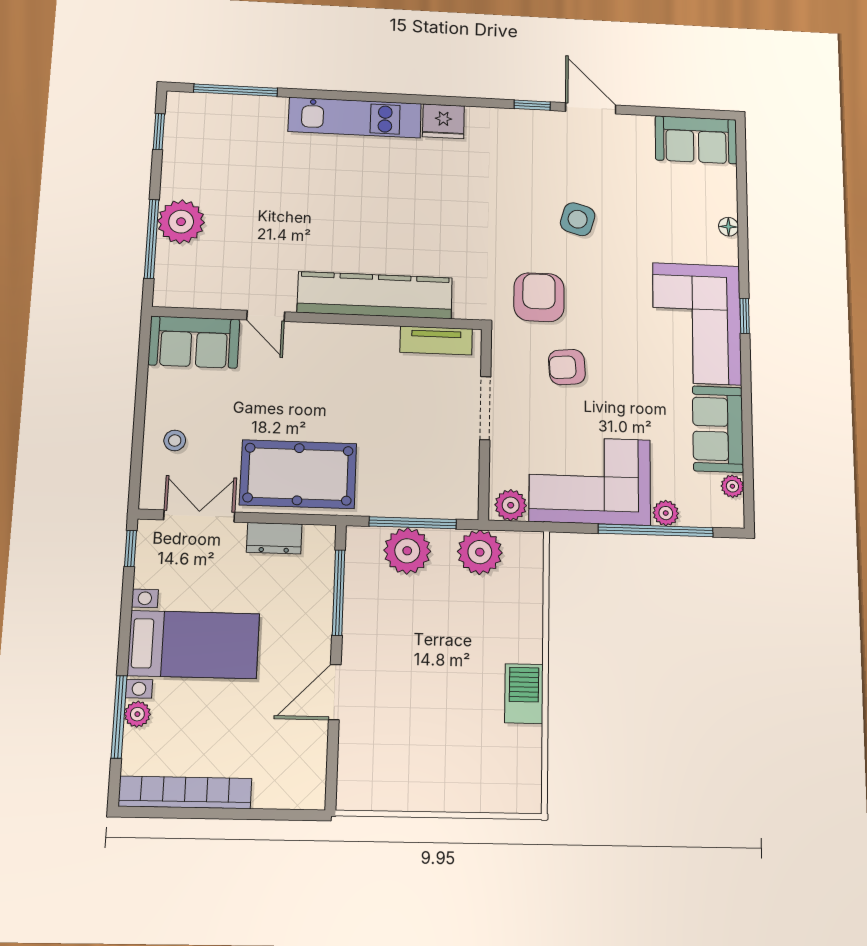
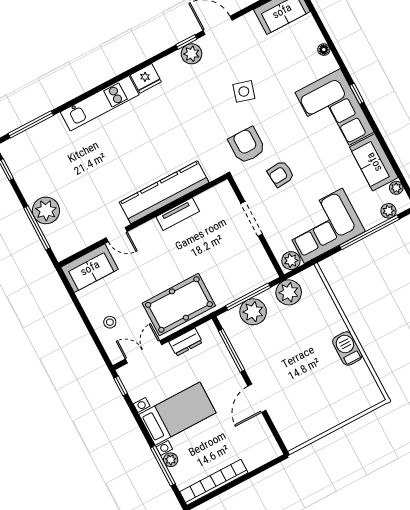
plant: (530, 125) -> (191, 54), added
tv unit: (436, 340) -> (178, 214), moved
plant: (666, 513) -> (388, 211), moved

